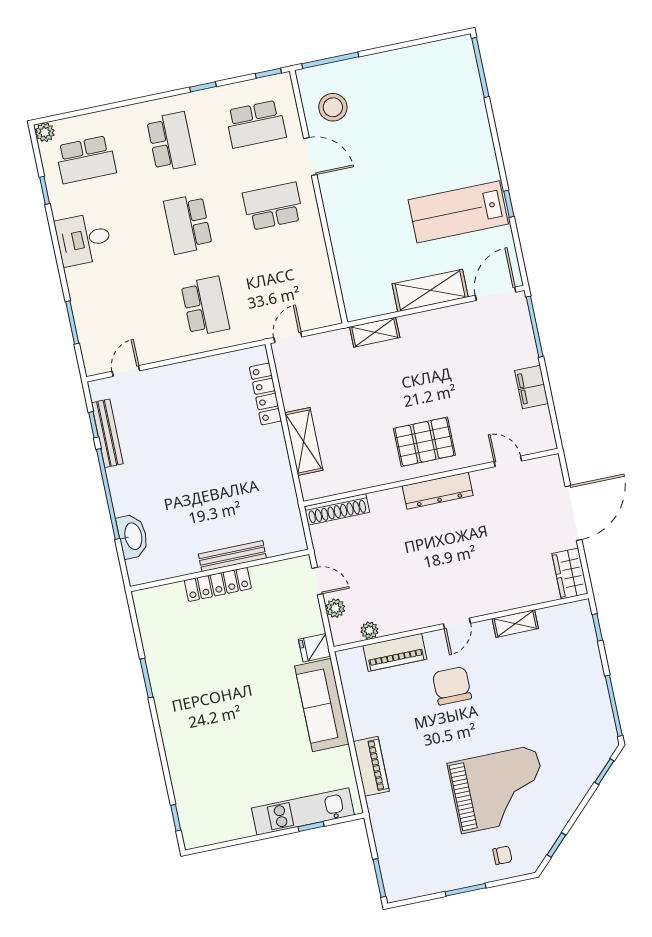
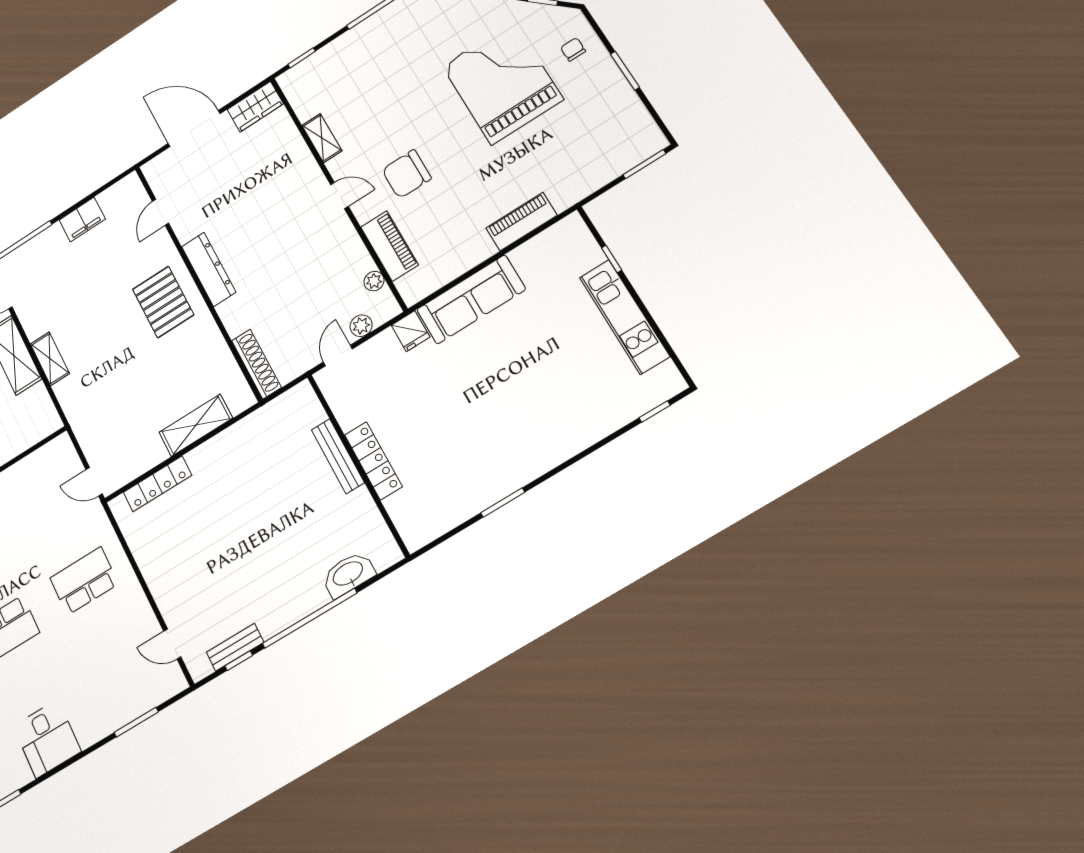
shelving: (375, 332) -> (50, 359), moved
bench: (107, 433) -> (235, 647), width x0.73
kitchen unit: (303, 812) -> (624, 317), moved

